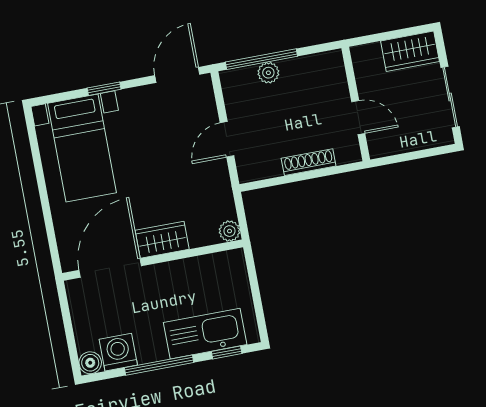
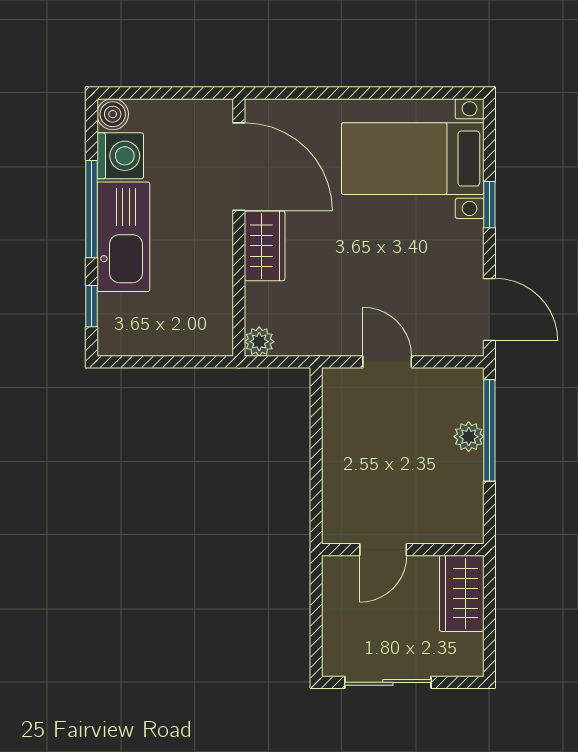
wardrobe: (410, 51) -> (462, 593), moved
shoe rack: (309, 162) -> (334, 469), removed
kitchen sink: (205, 334) -> (123, 237), moved

